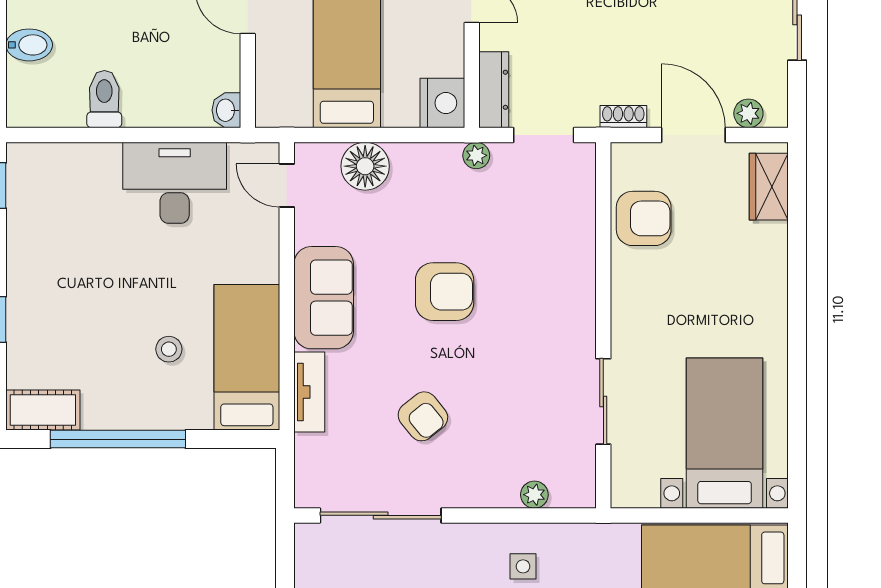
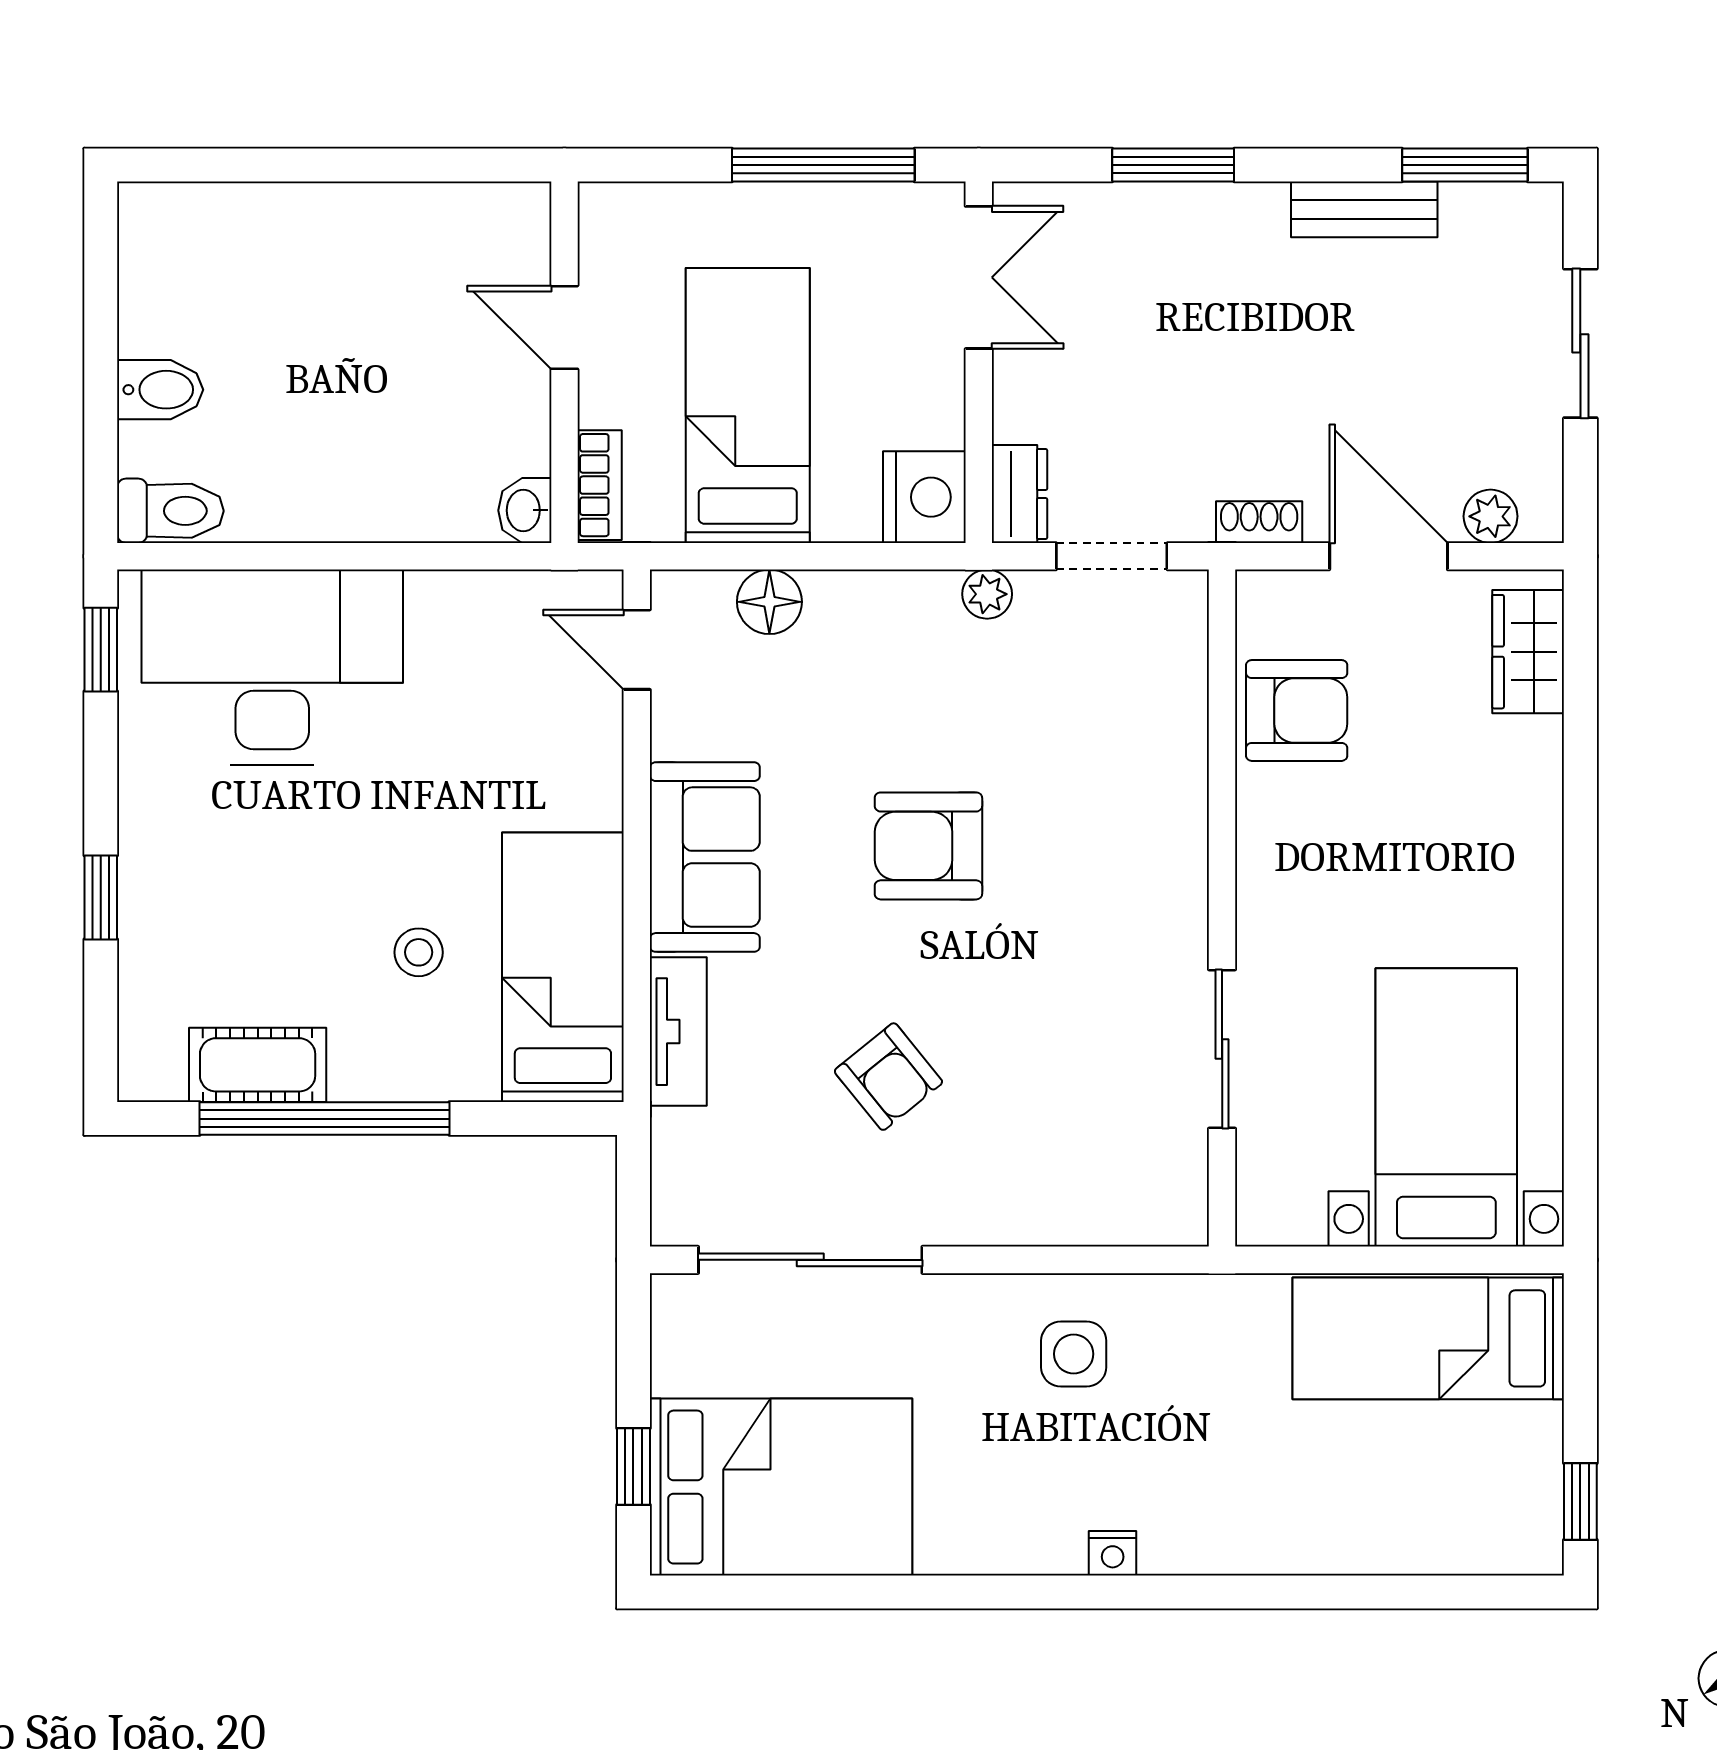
dresser: (494, 90) -> (1019, 494), width x0.70
bookcase: (267, 97) -> (600, 485), added
toilet: (104, 99) -> (170, 511), moved, turned 90
floor lamp: (365, 166) -> (769, 602), width x0.73, depth x0.73
desk: (175, 183) -> (272, 667), moved, width x1.36, depth x1.30
armchair: (445, 292) -> (928, 846), turned 180
cot: (43, 410) -> (258, 1065), moved
plant: (534, 495) -> (1095, 1221), removed
side table: (523, 566) -> (1074, 1354), width x1.37, depth x1.37

